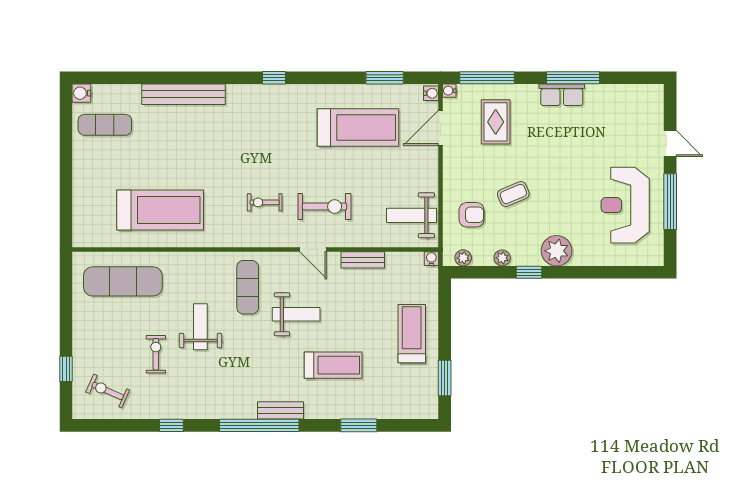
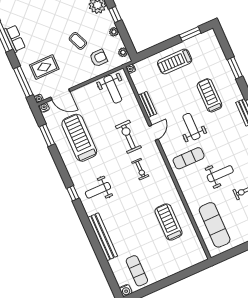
weight bench: (261, 120) -> (98, 190), added
treadmill: (160, 210) -> (169, 222), width x0.73, depth x0.73
armchair: (472, 215) -> (98, 58), turned 90
weight bench: (200, 327) -> (220, 174), turned 180

